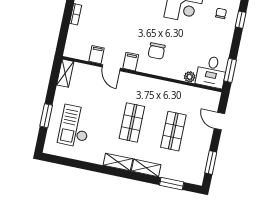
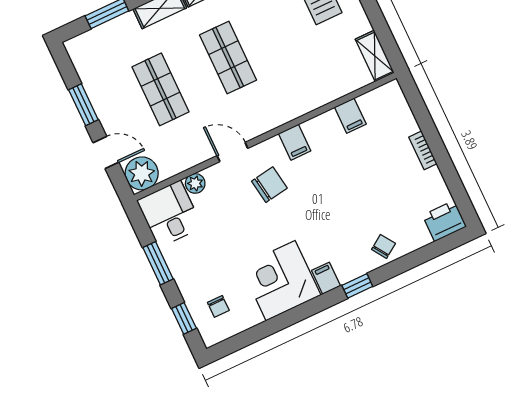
chair: (157, 51) -> (269, 185), turned 81
door: (111, 68) -> (232, 152), moved
window: (230, 70) -> (158, 263), moved
plant: (210, 99) -> (142, 173), added
window: (211, 163) -> (83, 105), moved

